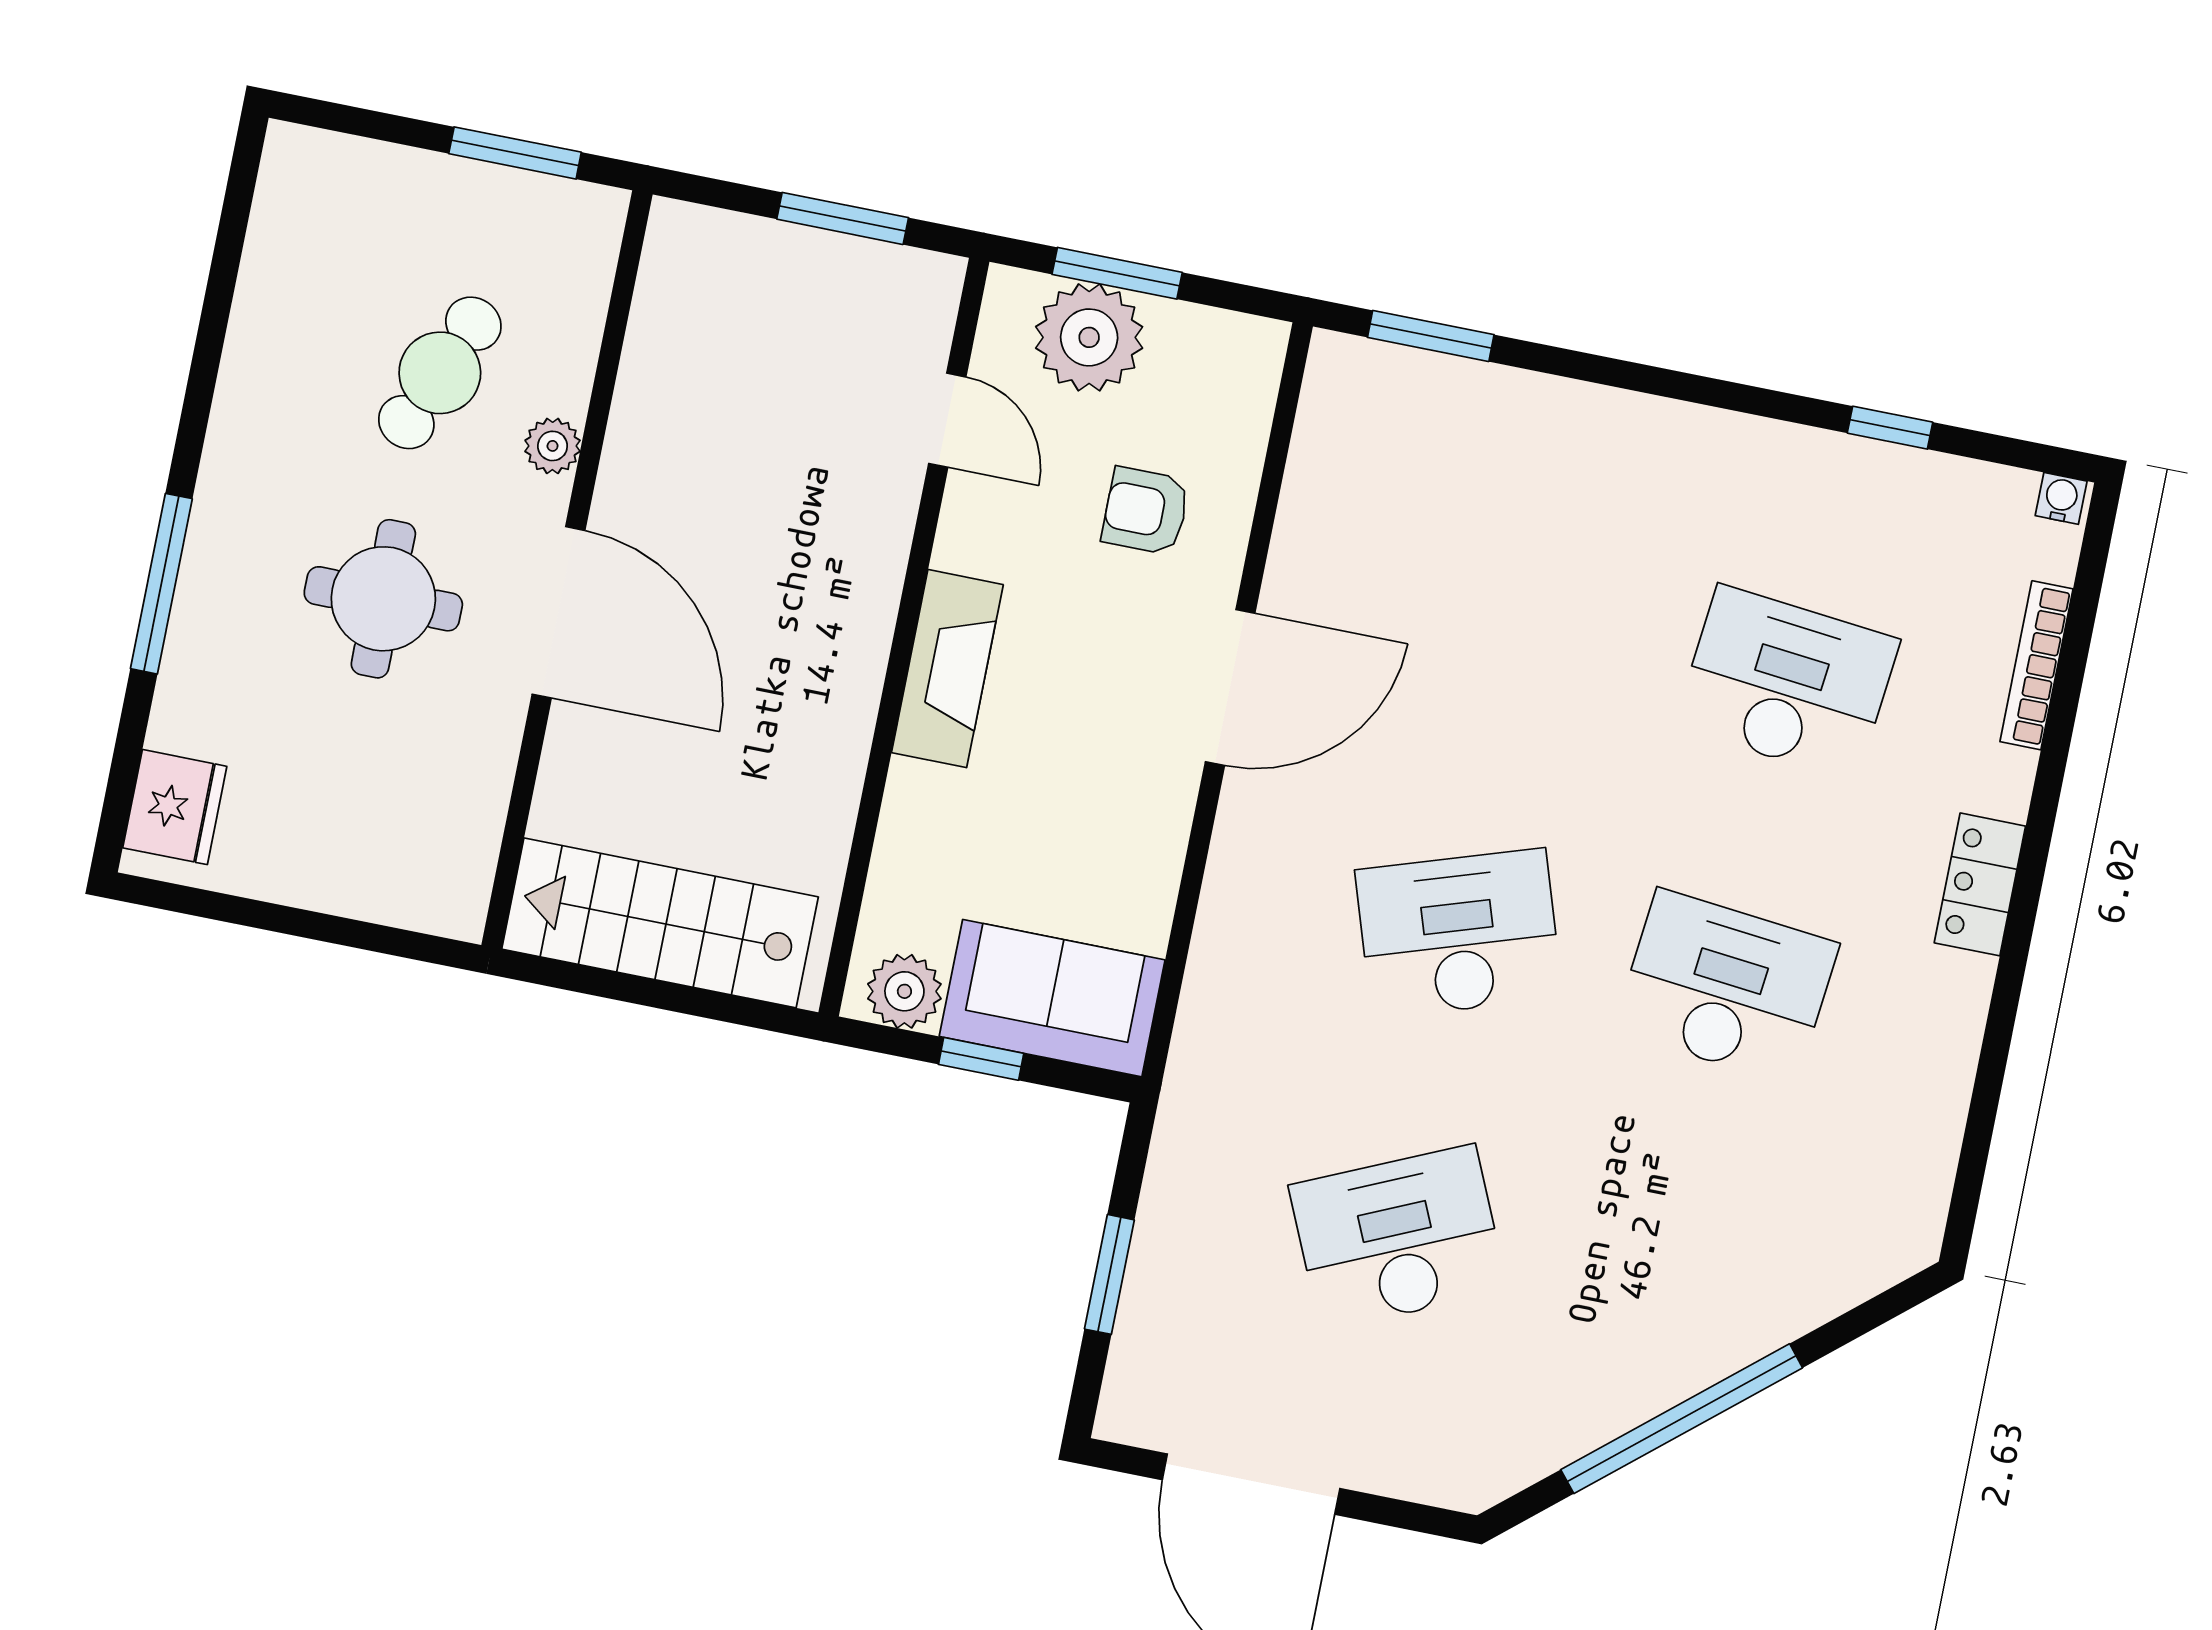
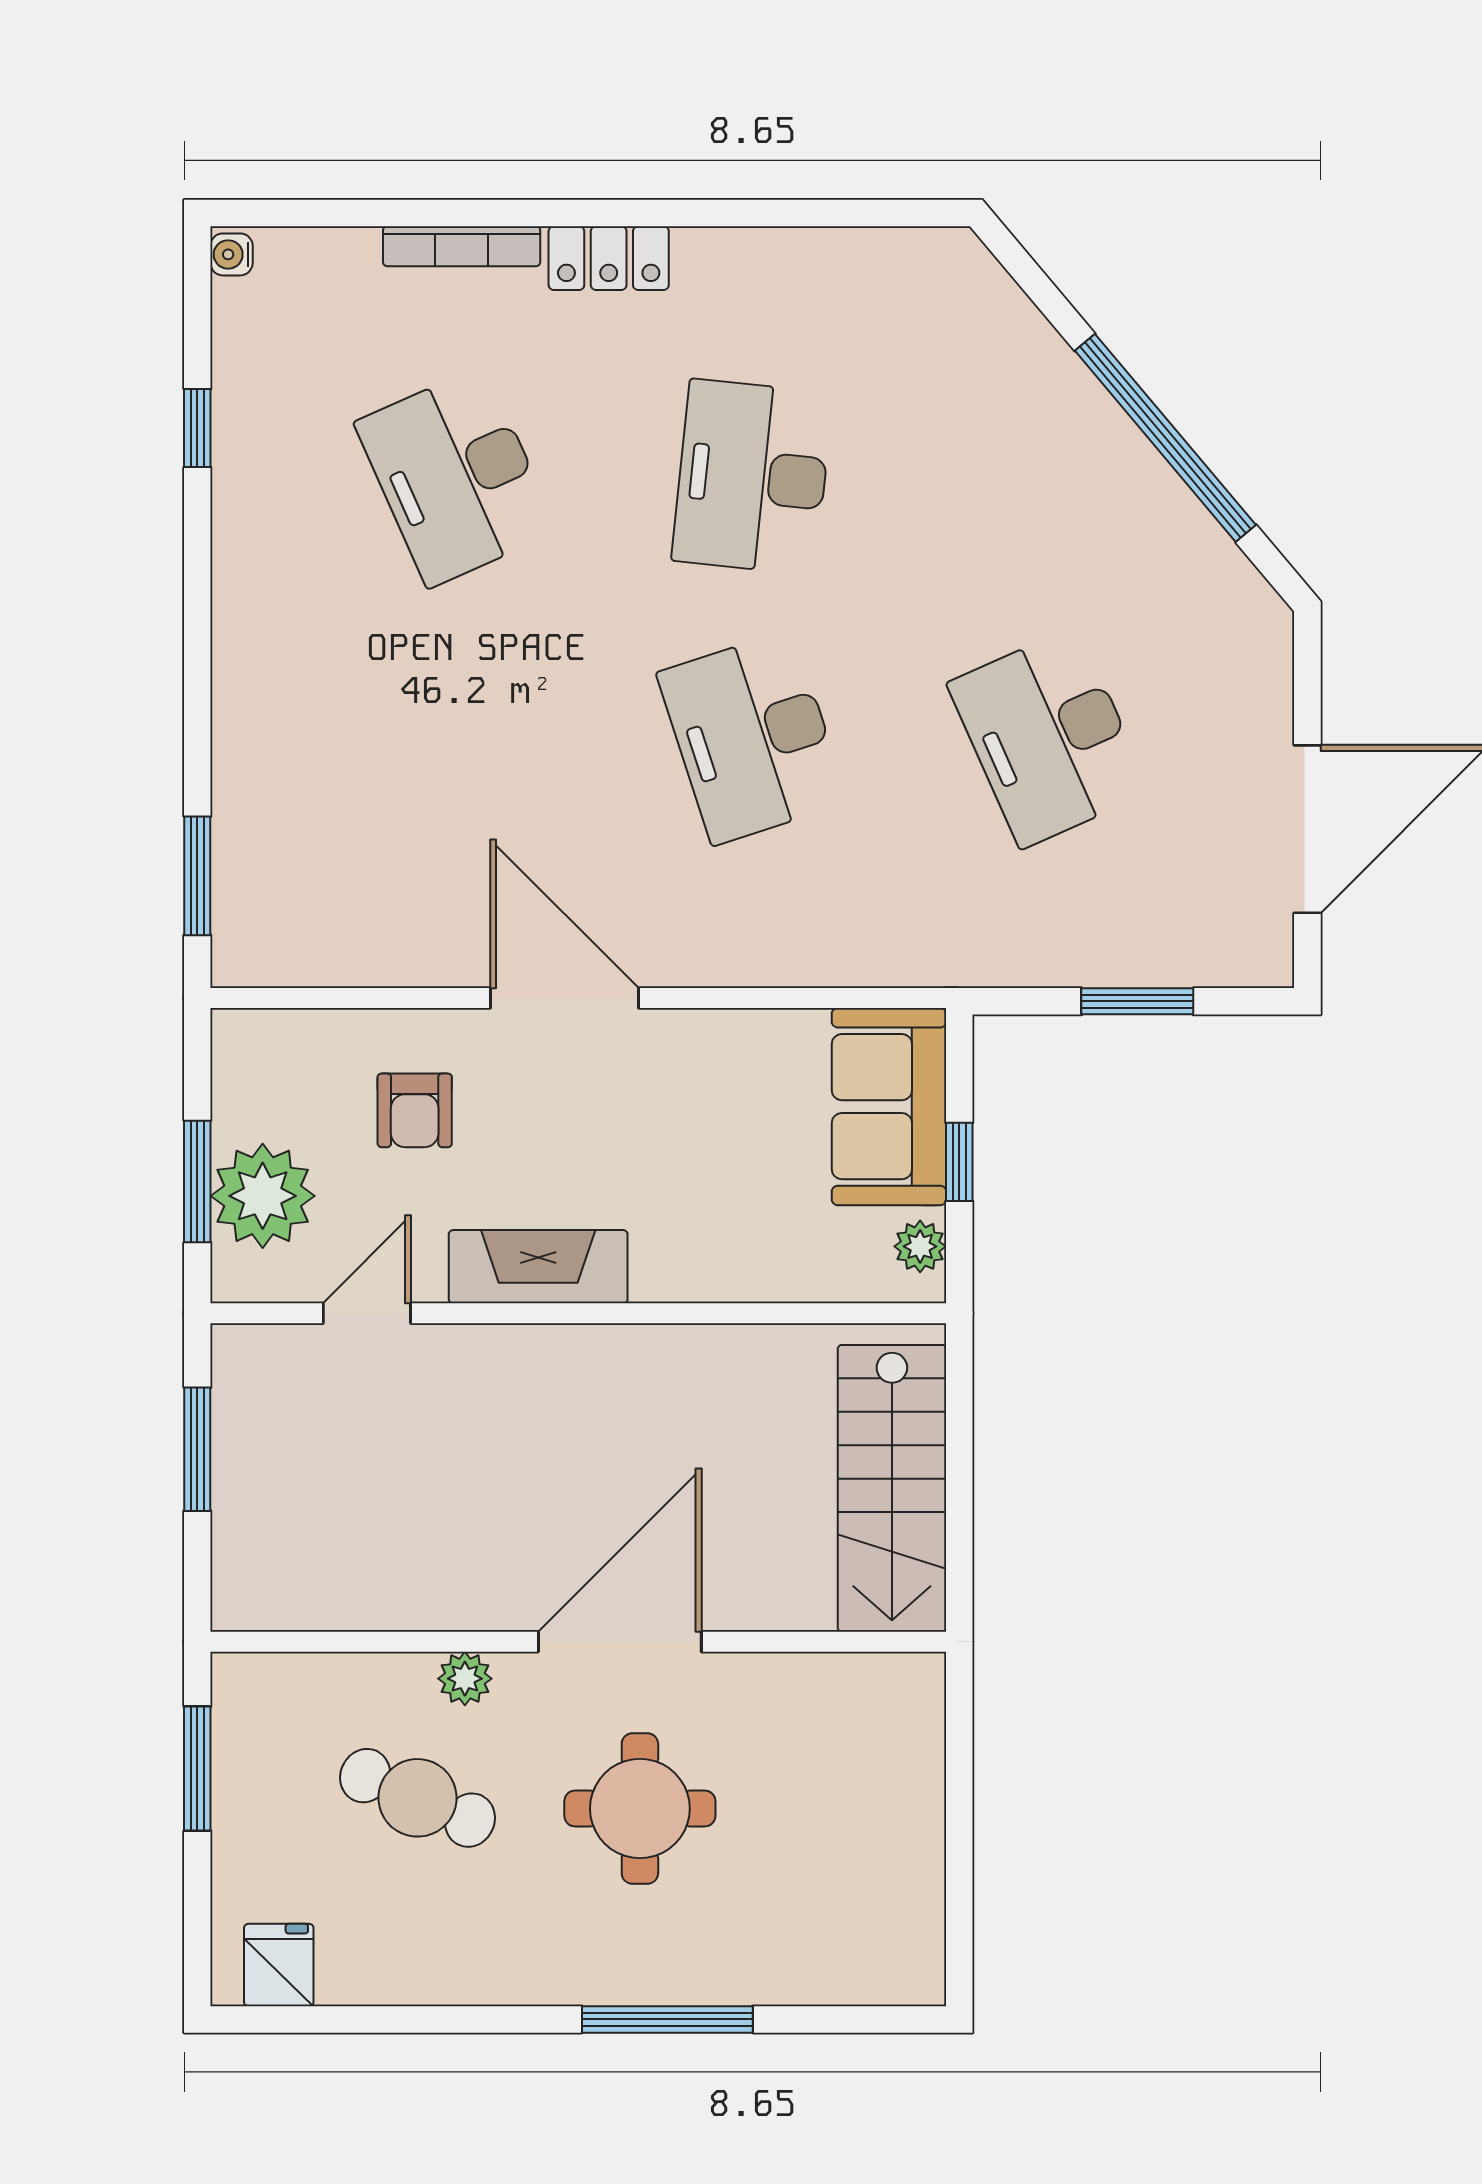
bookcase: (2036, 665) -> (462, 246), moved
fireplace: (947, 669) -> (538, 1267), moved
desk: (1787, 683) -> (456, 477), turned -30
fridge: (175, 807) -> (279, 1965), moved, width x0.72
plant: (904, 991) -> (920, 1246), width x0.73, depth x0.73

